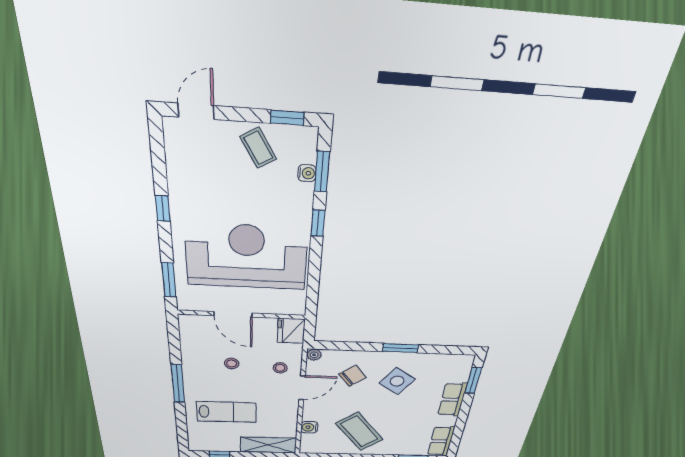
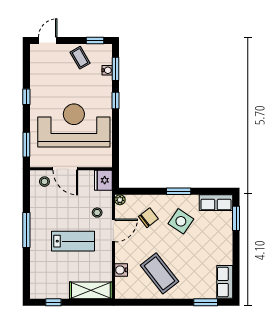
stool: (232, 363) -> (44, 182), moved
row of seats: (452, 400) -> (216, 203), moved, turned -90
lab bench: (226, 412) -> (73, 241), moved

